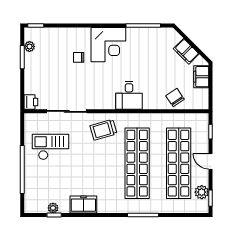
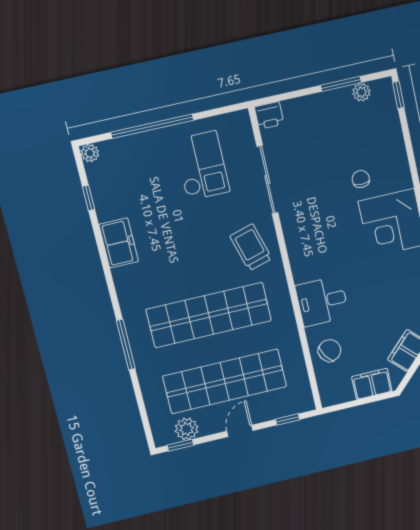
desk: (129, 95) -> (322, 301), moved
plant: (53, 208) -> (90, 153), moved

